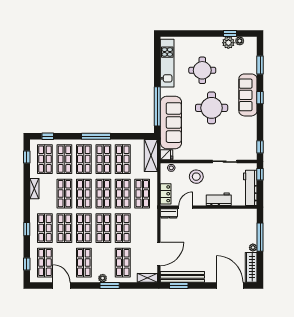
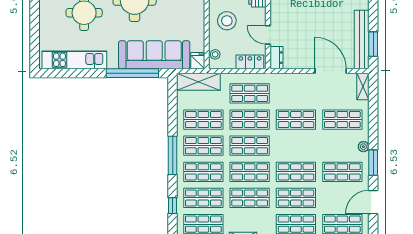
window: (48, 136) -> (173, 206), moved
shop shelf: (103, 228) -> (296, 146), removed
window: (110, 285) -> (373, 163), moved

